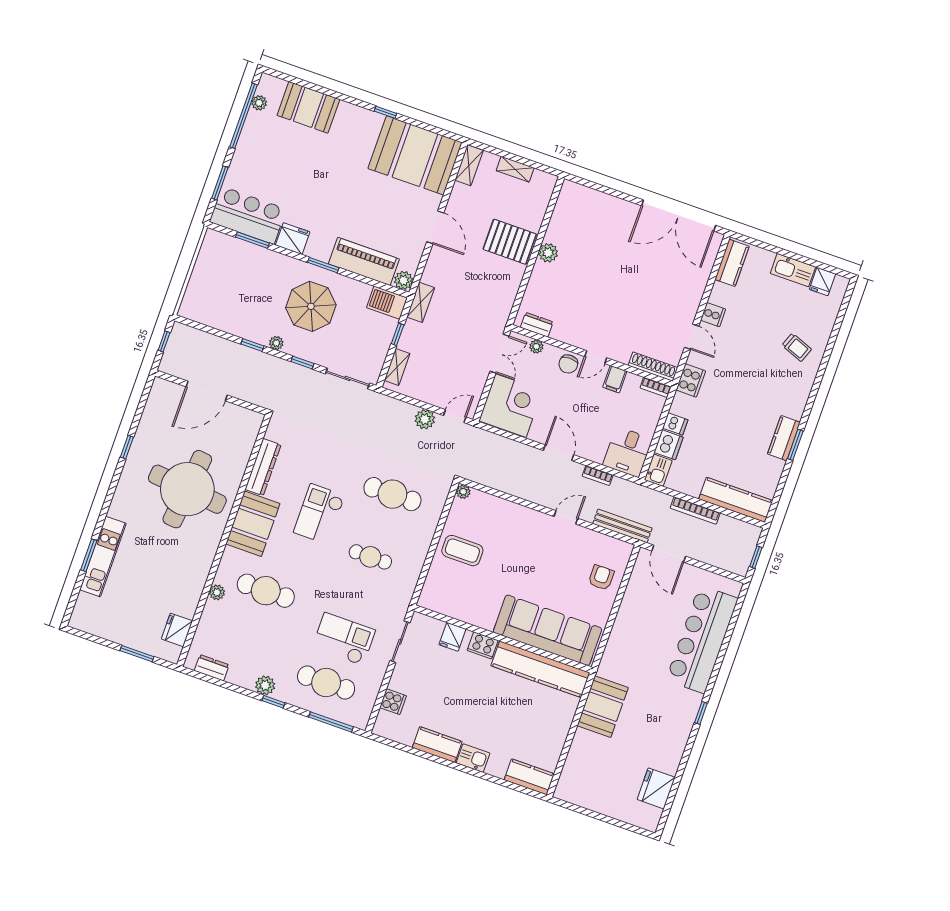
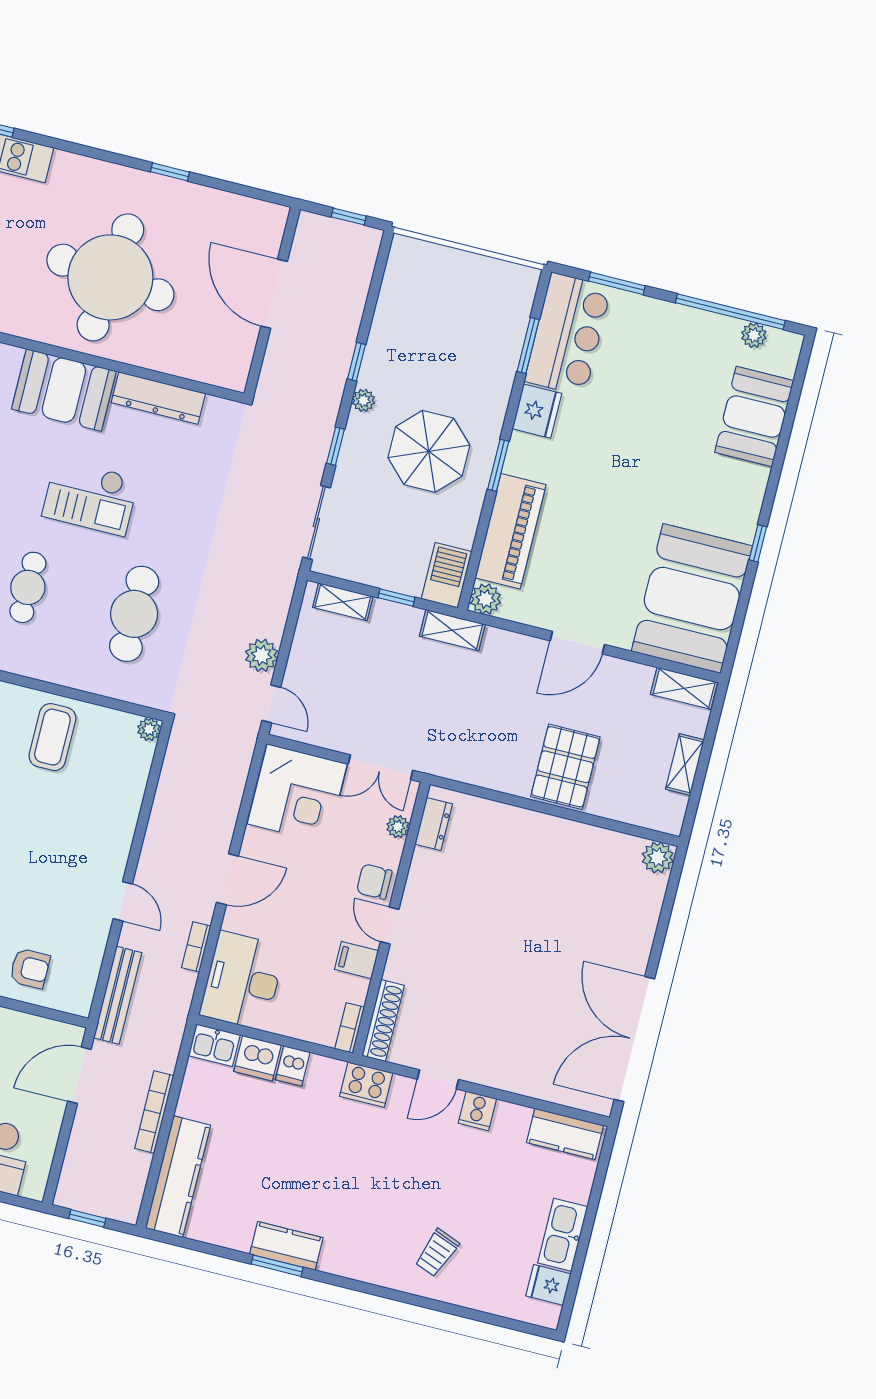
plant: (548, 253) -> (658, 857), moved
desk: (628, 452) -> (242, 981), width x1.37
checkout: (319, 514) -> (90, 497), turned 180

